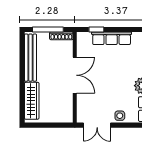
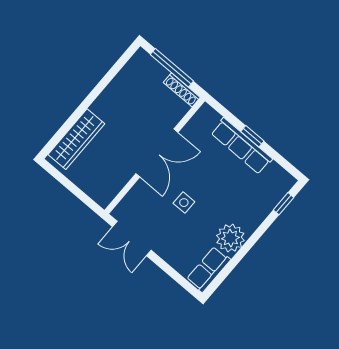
window: (96, 29) -> (252, 136), moved
bench: (30, 58) -> (120, 84), removed
side table: (120, 116) -> (184, 203), moved

